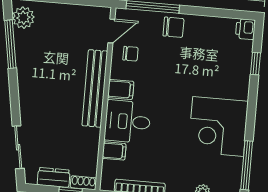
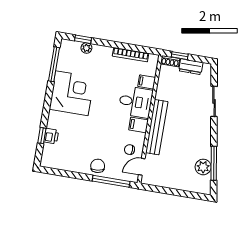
plant: (23, 18) -> (203, 167), moved
chair: (173, 27) -> (98, 166), turned 83
printer: (245, 29) -> (51, 136), moved
sliding door: (18, 147) -> (214, 101), moved

